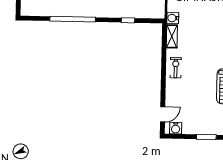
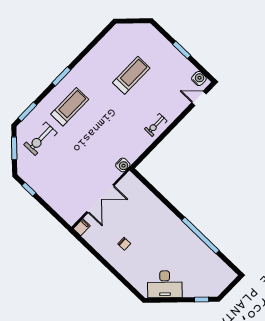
window: (128, 20) -> (159, 195), removed
shelving: (172, 36) -> (136, 152), removed

